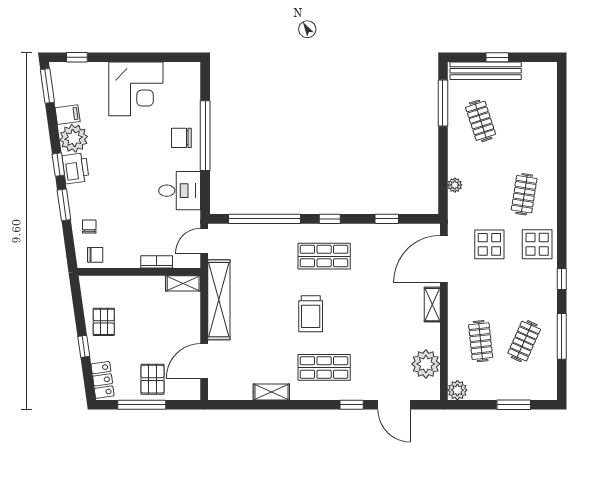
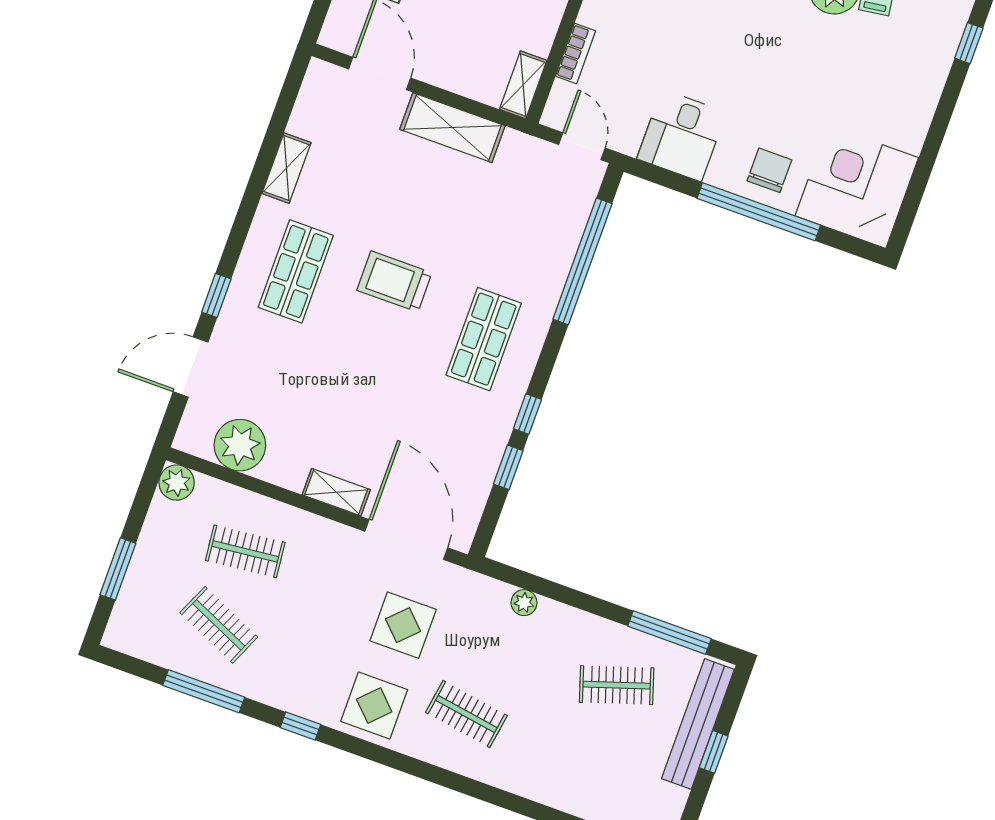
corner desk: (136, 89) -> (857, 187), moved, turned 90
window: (330, 219) -> (527, 414), moved
shelving: (219, 300) -> (452, 128), width x0.68

